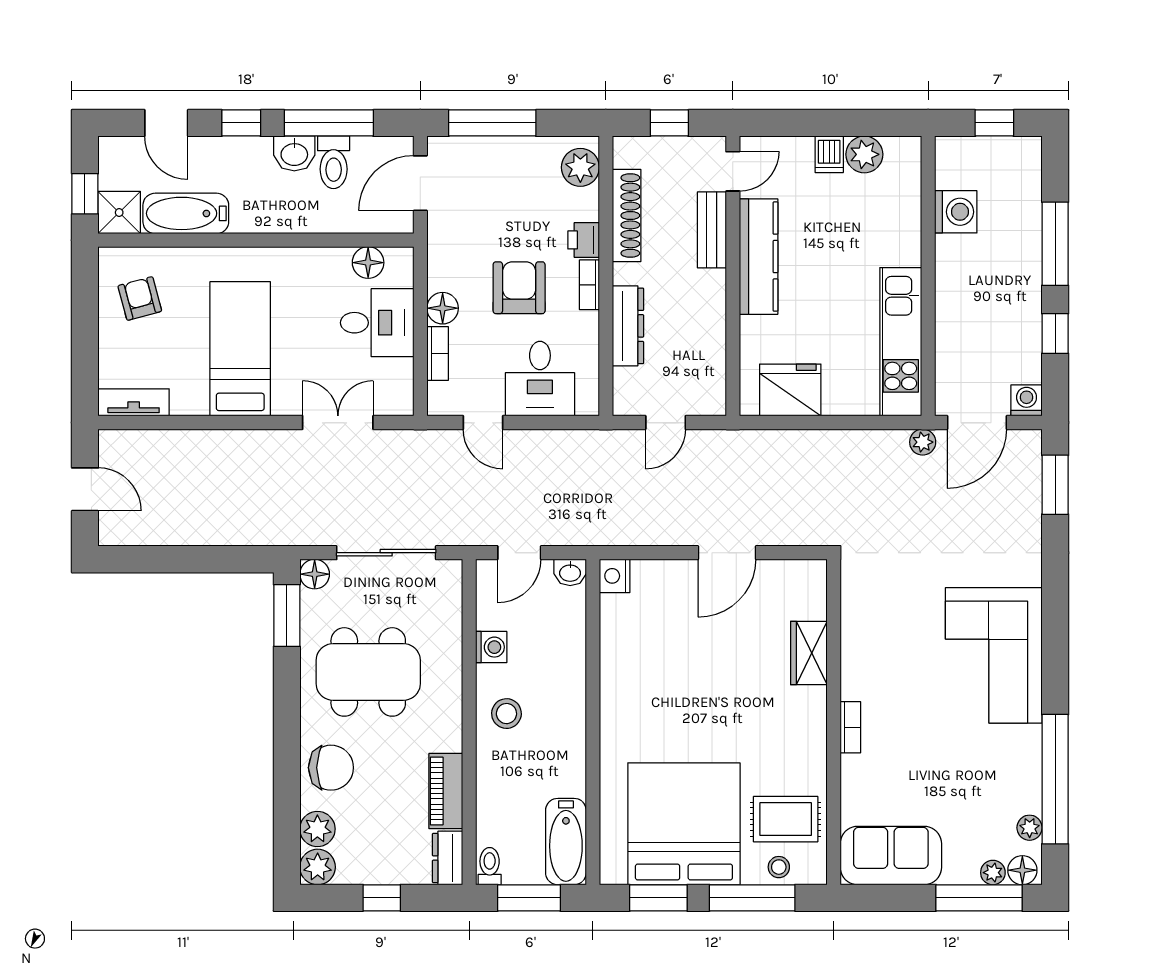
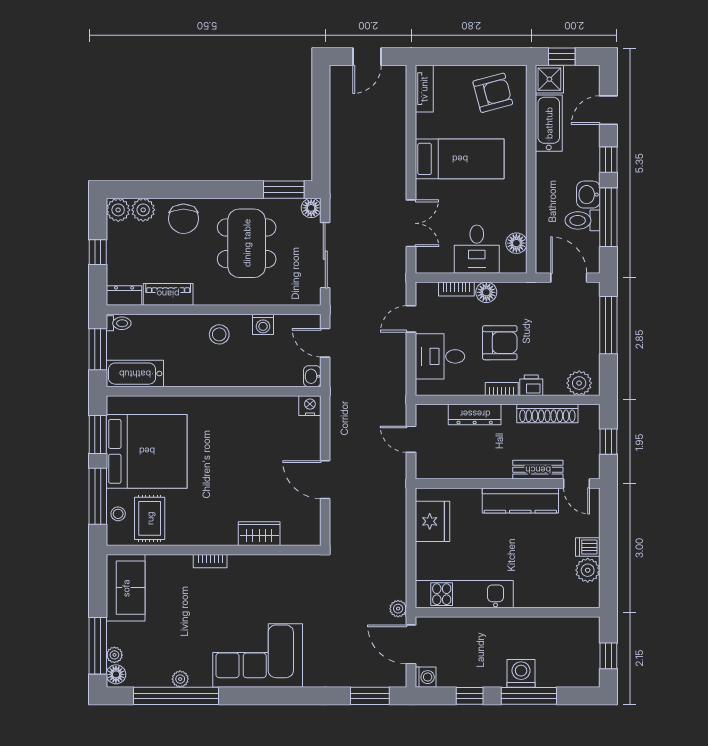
washing machine: (956, 212) -> (521, 673), moved, turned 180
armchair: (140, 298) -> (493, 93), width x1.38, depth x1.38
plant: (1030, 828) -> (180, 679), moved

